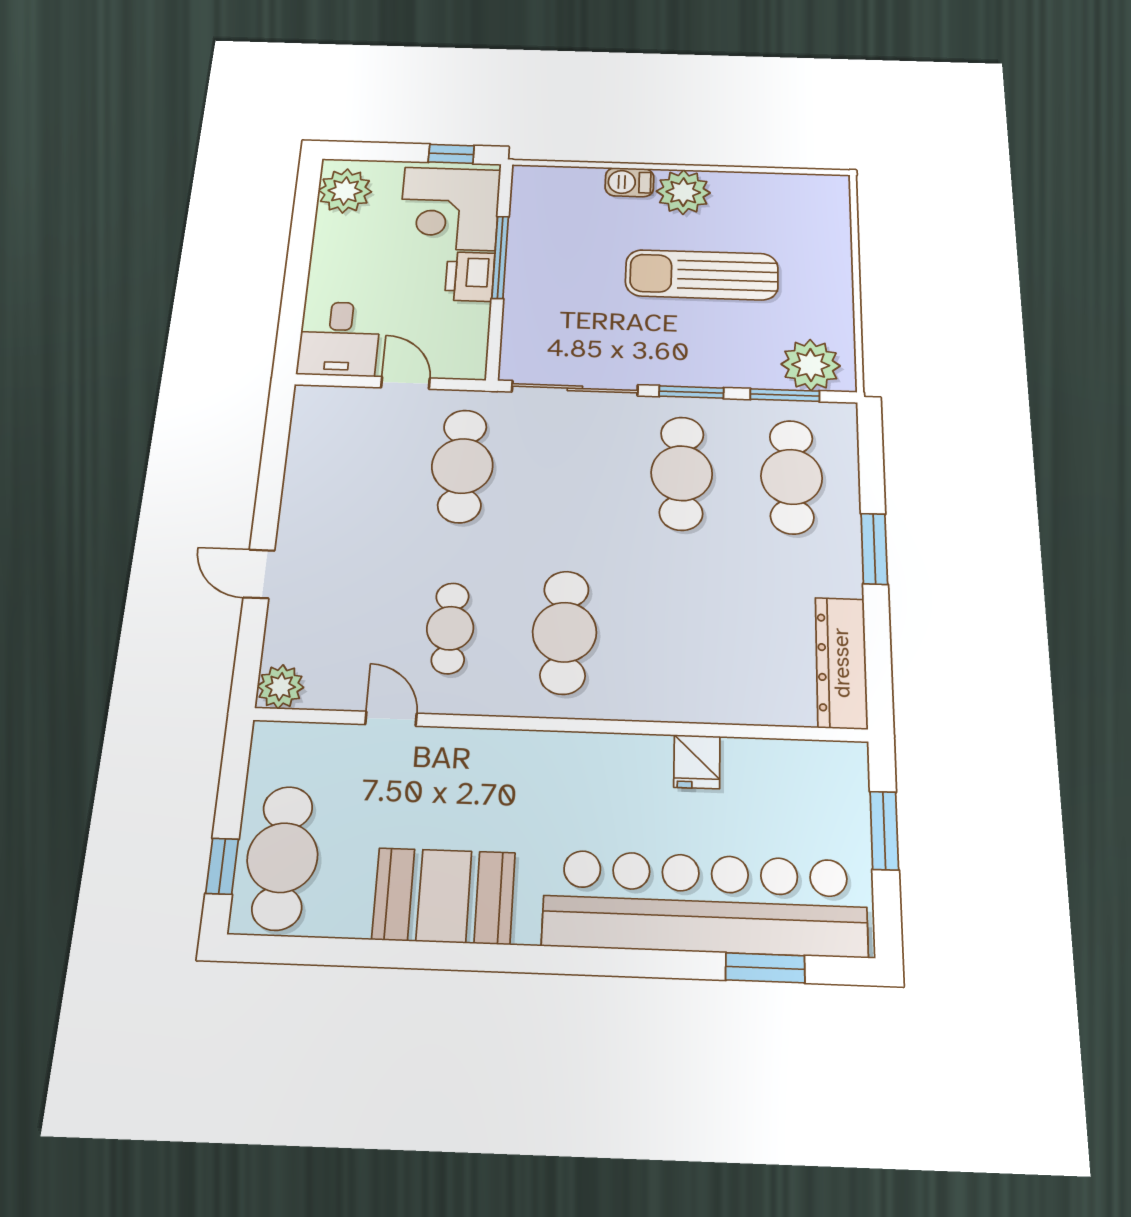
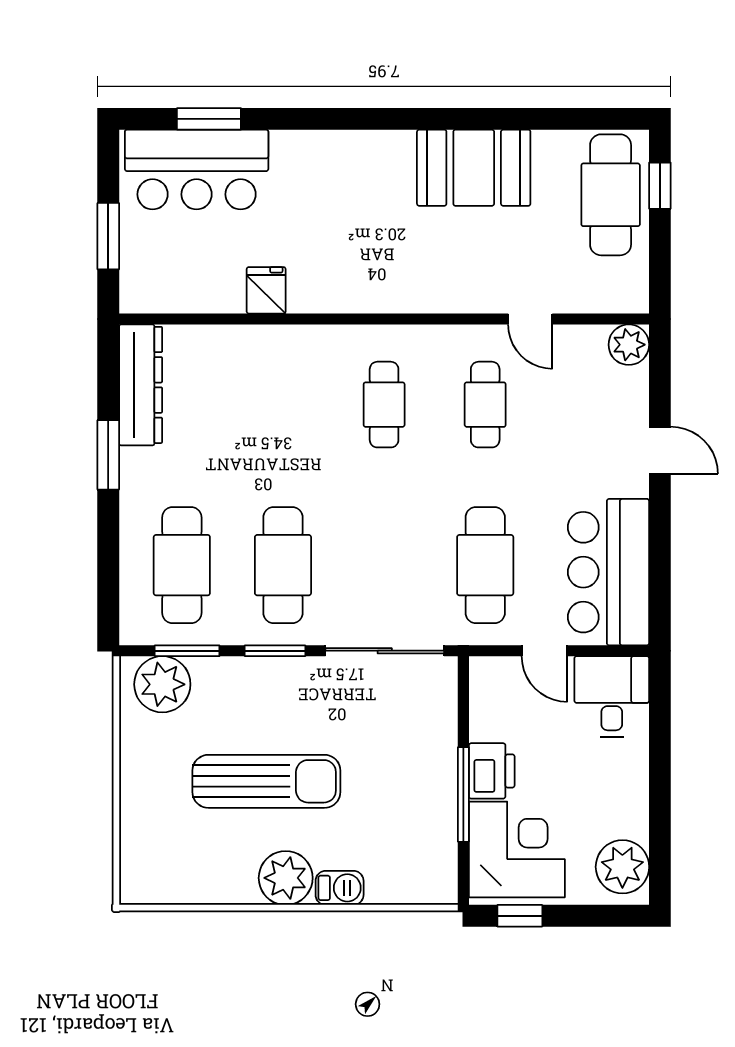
bar counter: (330, 455) -> (608, 572), added
window: (874, 549) -> (108, 455), moved
cafe table: (564, 632) -> (384, 405), width x0.73, depth x0.74
bar counter: (705, 903) -> (197, 170), width x0.54

